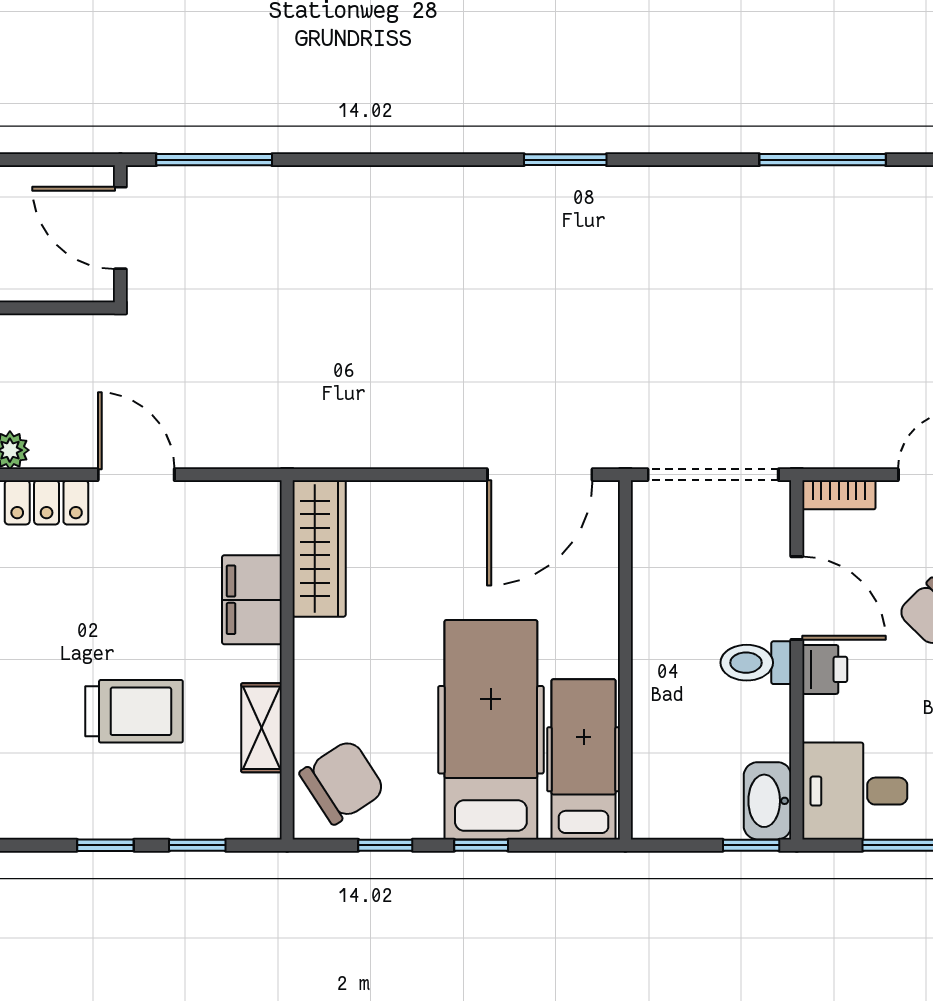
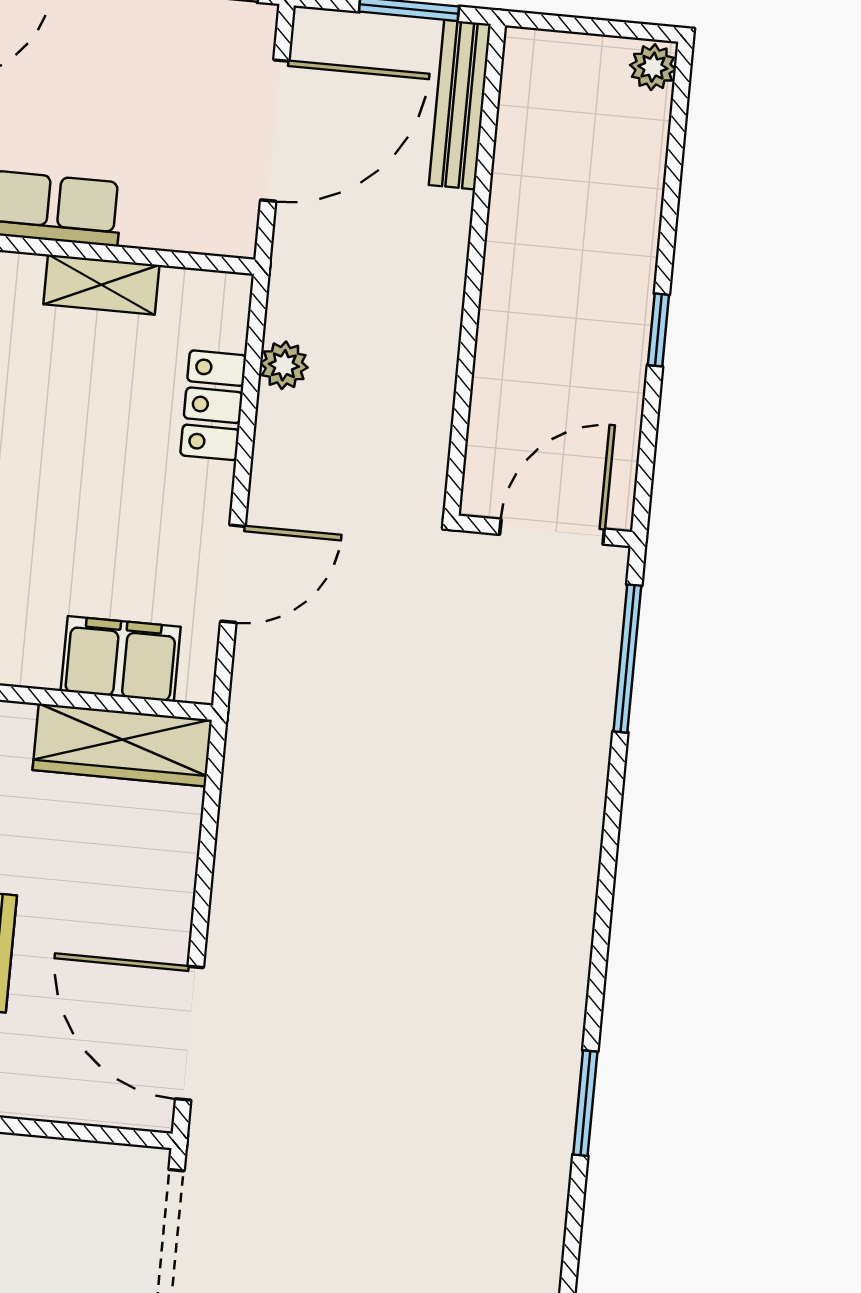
door: (136, 475) -> (233, 574), moved
filing cabinet: (252, 600) -> (121, 659), moved

